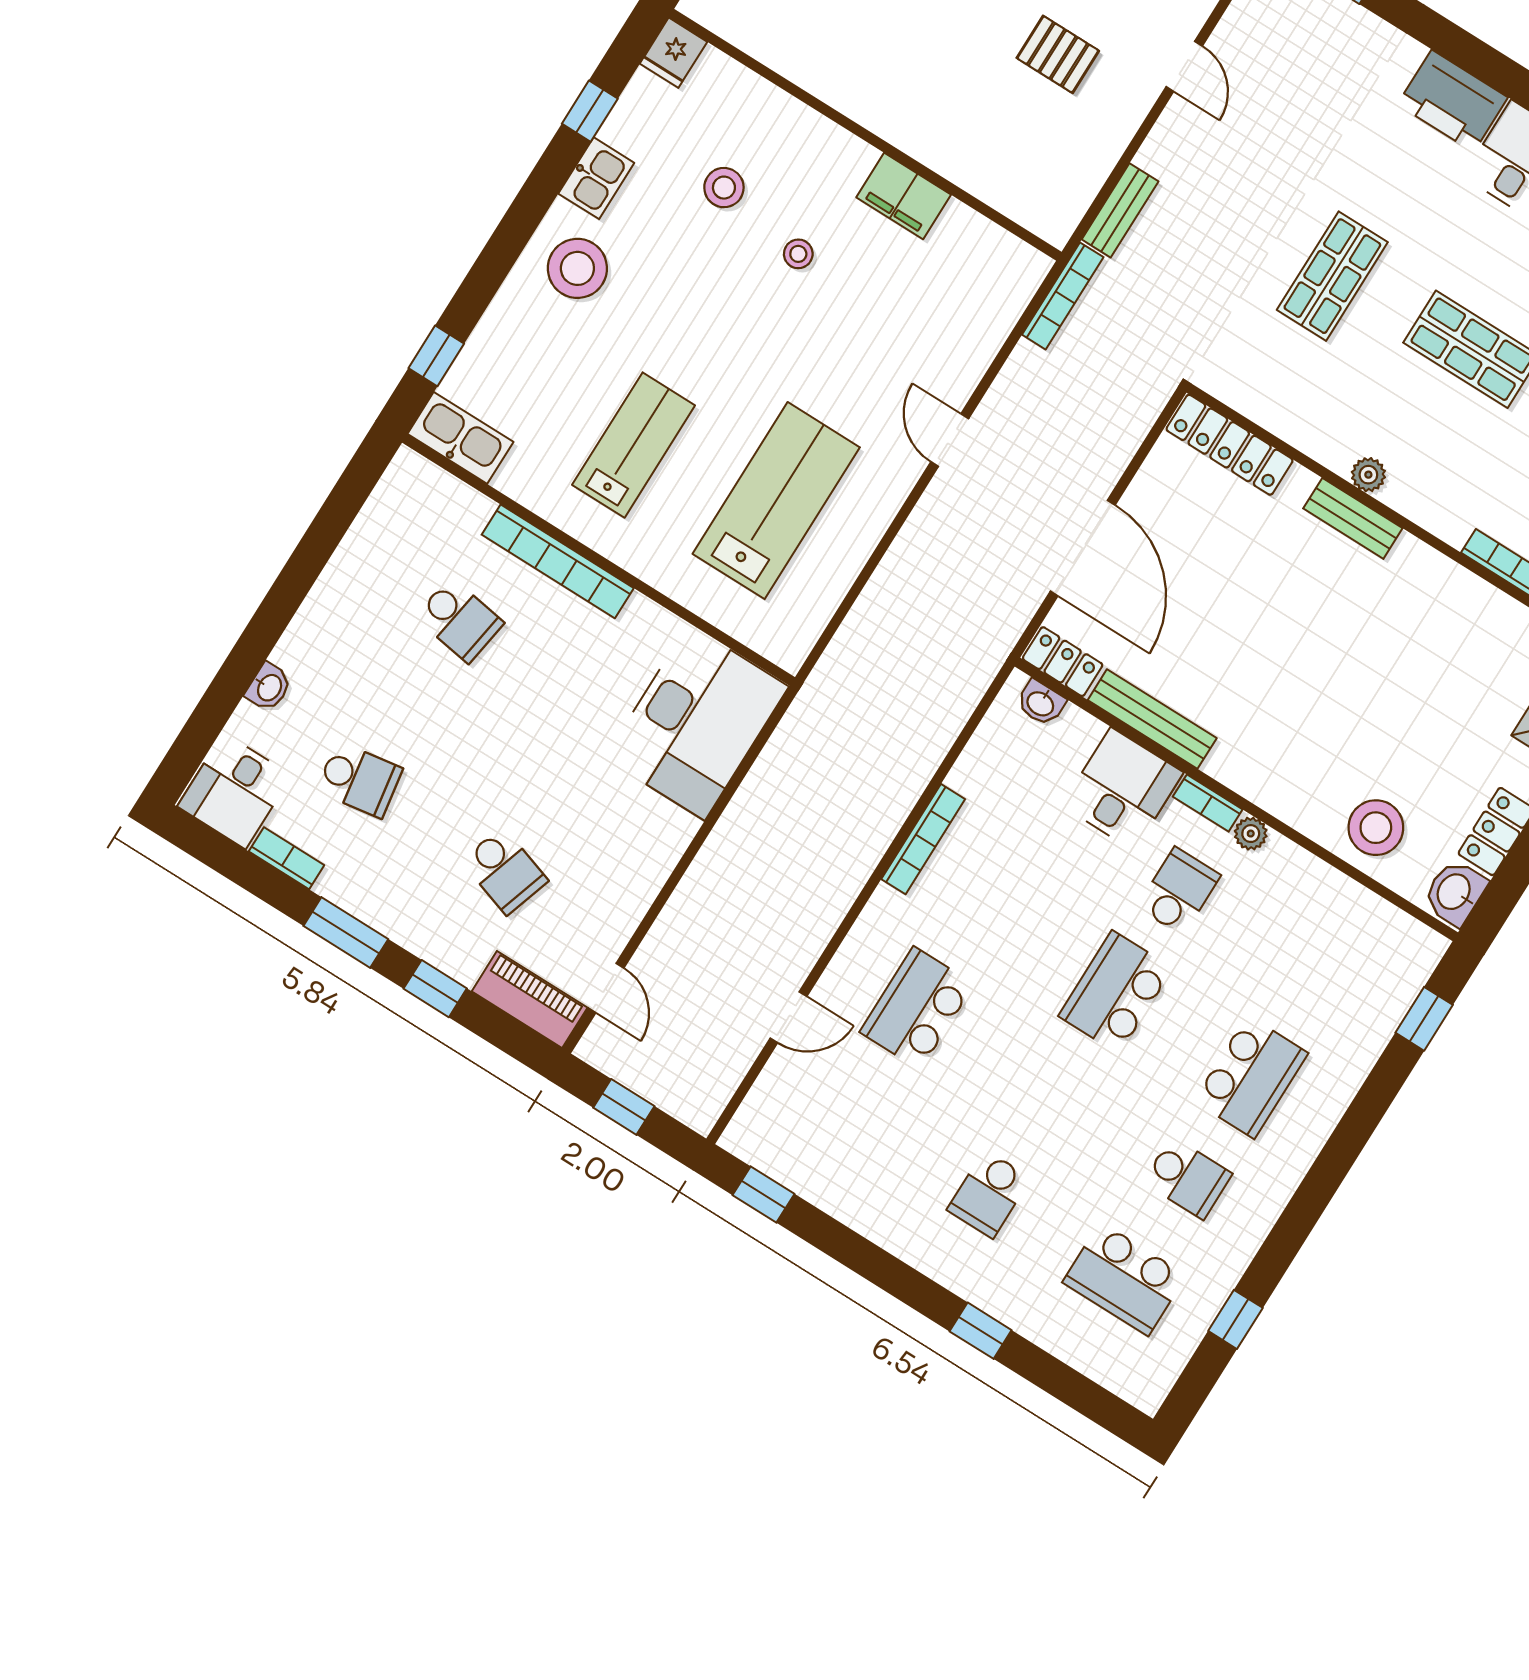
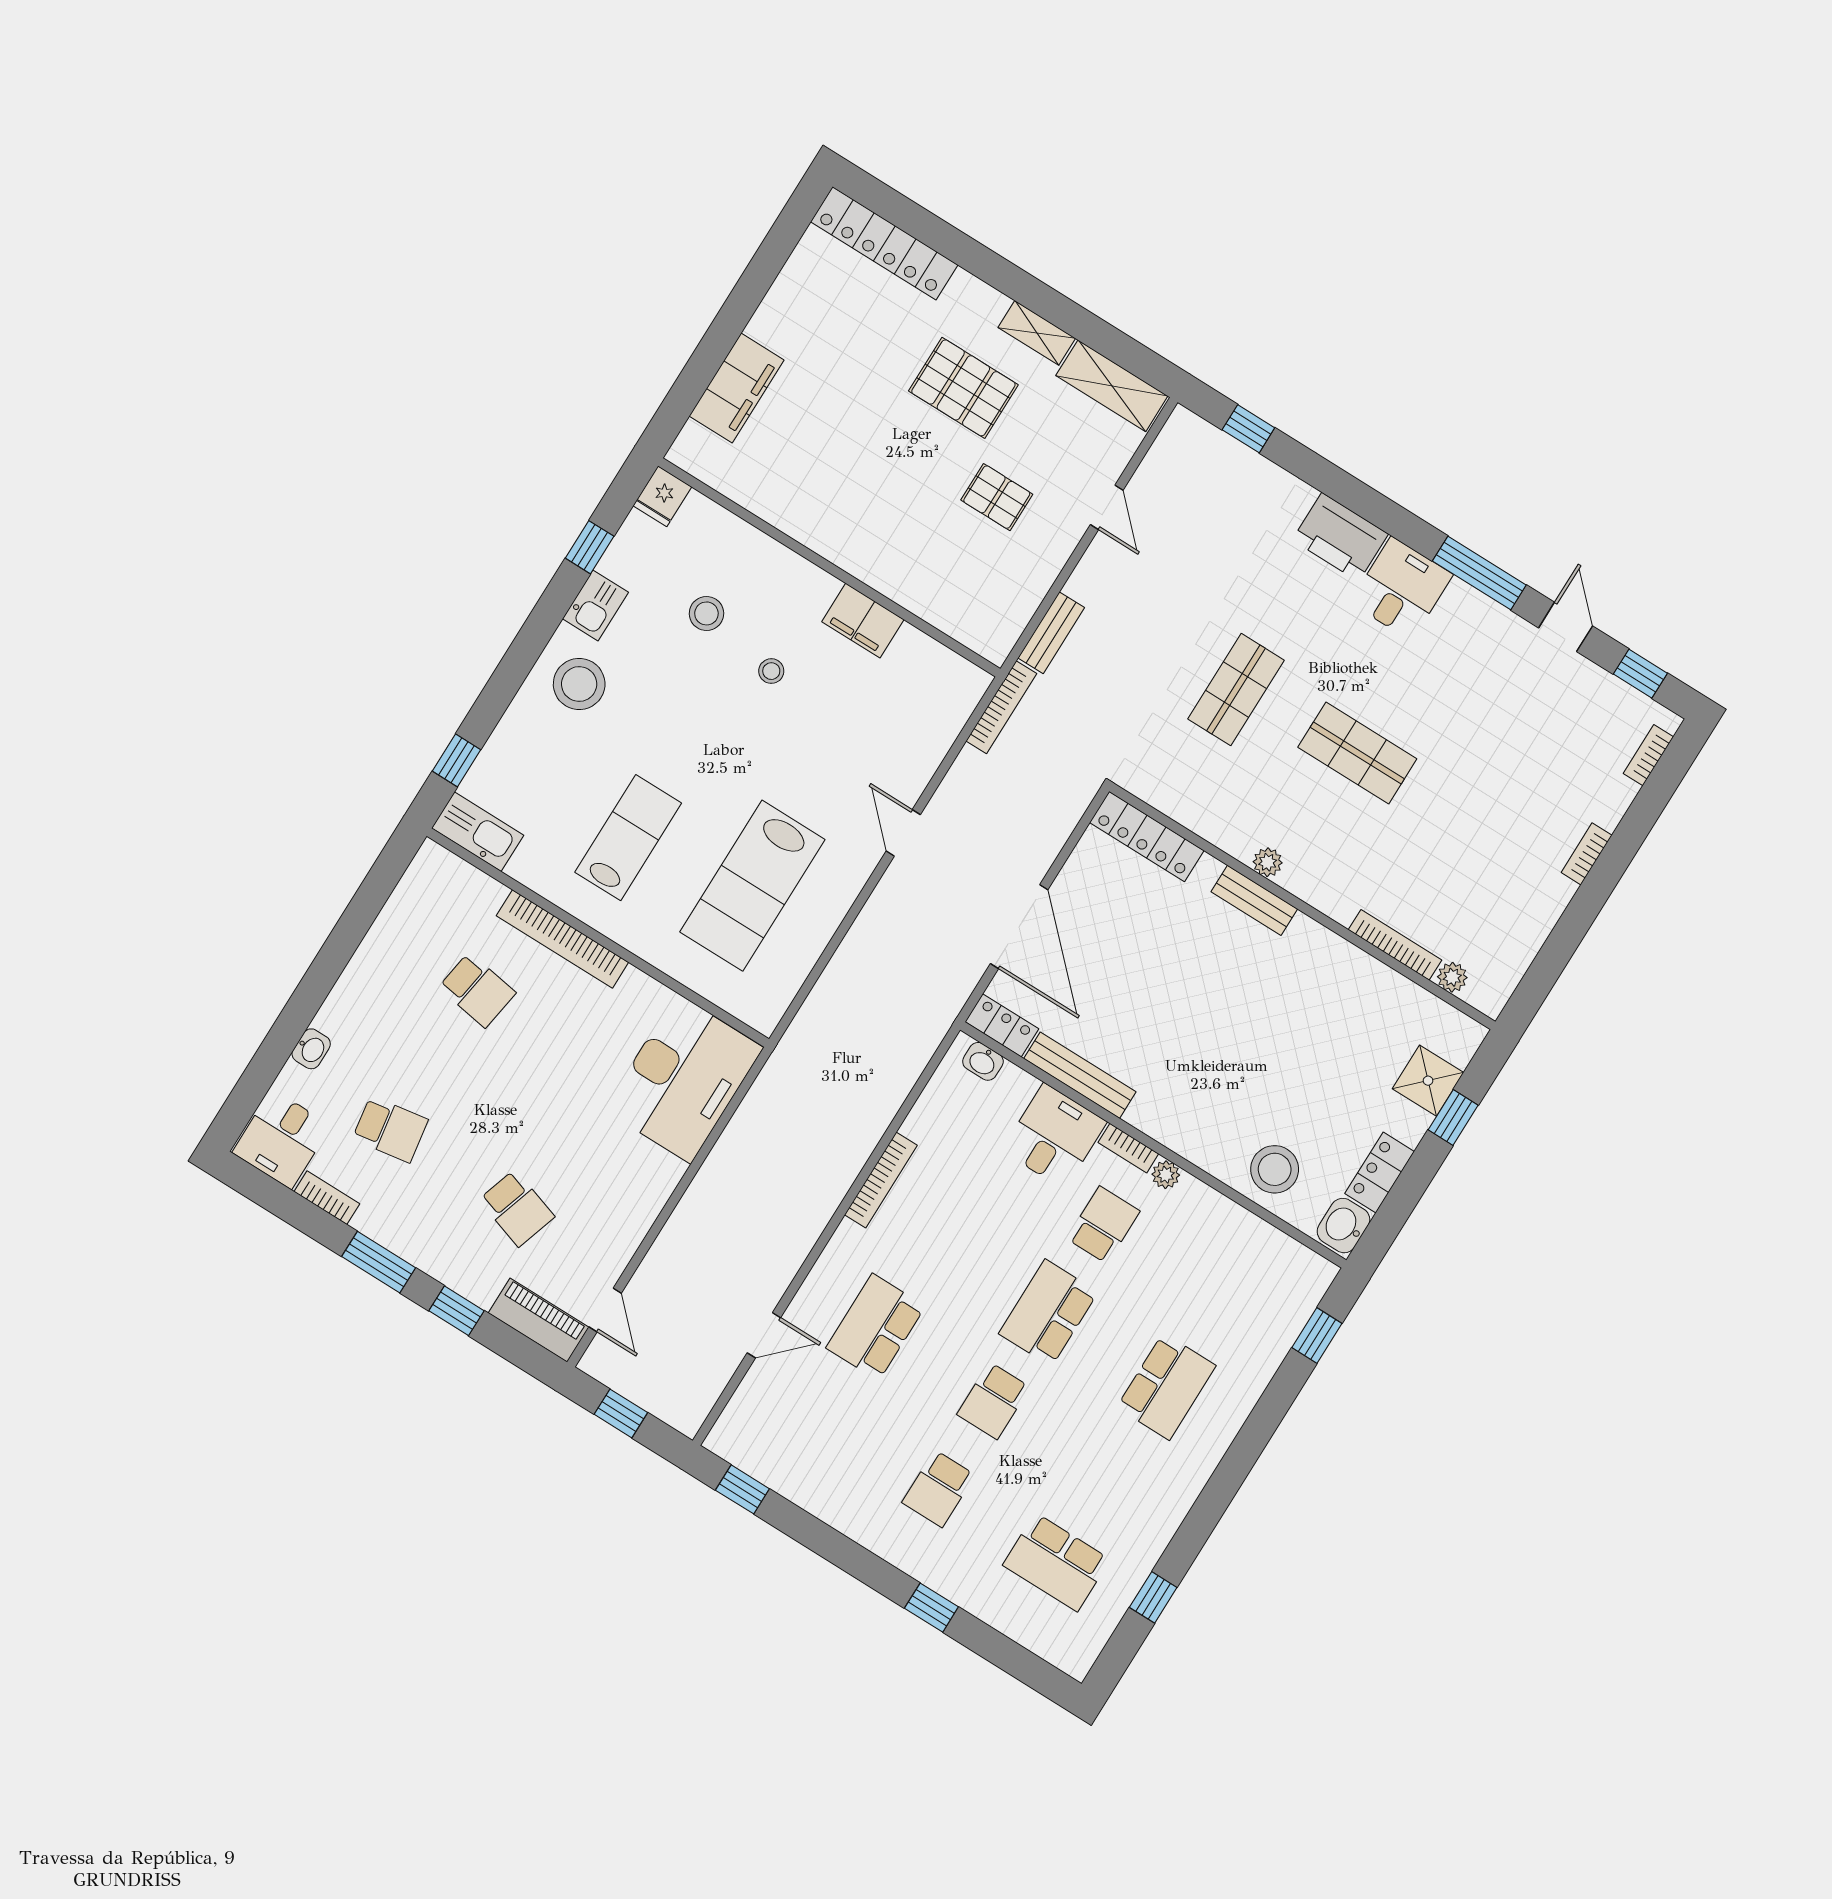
lab bench: (776, 501) -> (752, 886), turned 180
school desk: (1188, 1178) -> (993, 1401), moved, turned 90

